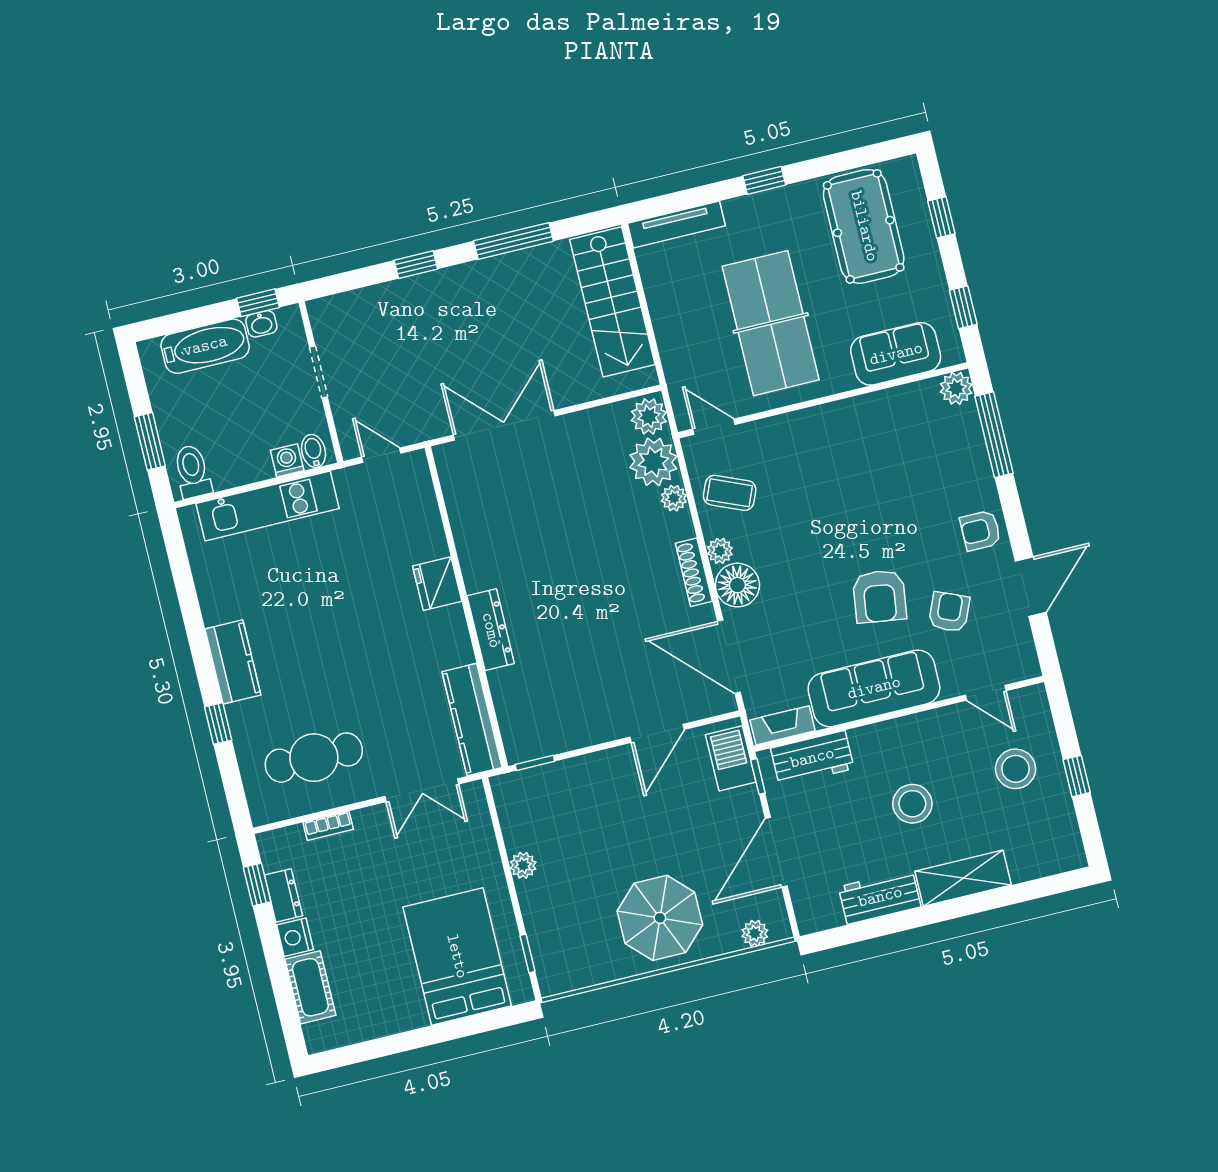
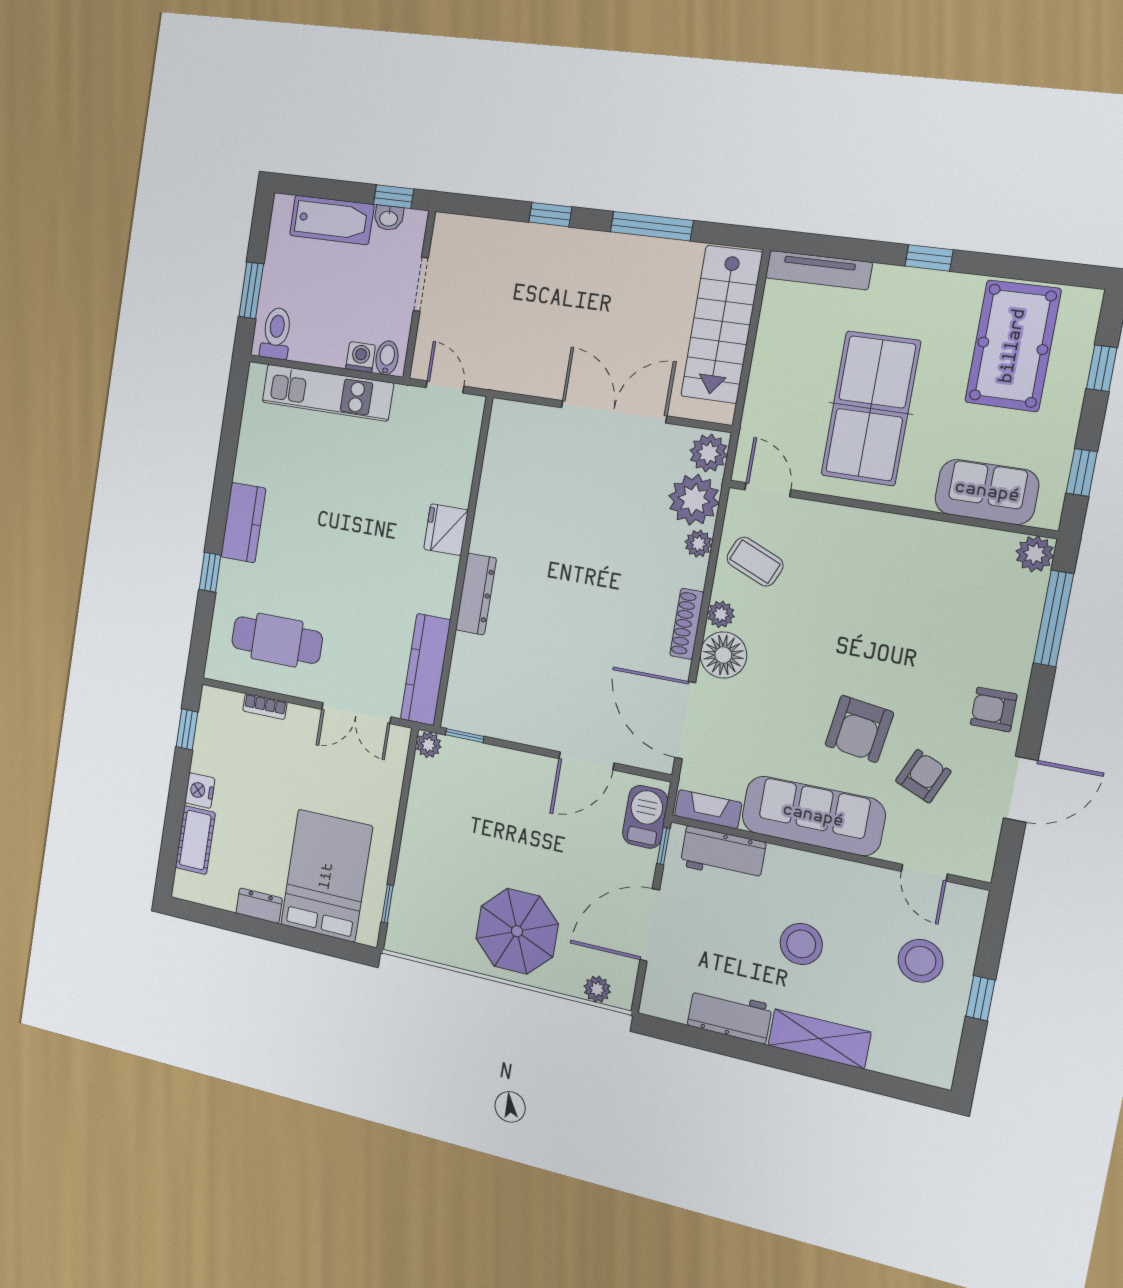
double door: (504, 425) -> (614, 412), moved
plant: (523, 865) -> (428, 745), moved
dresser: (284, 895) -> (259, 906), moved, turned -90

